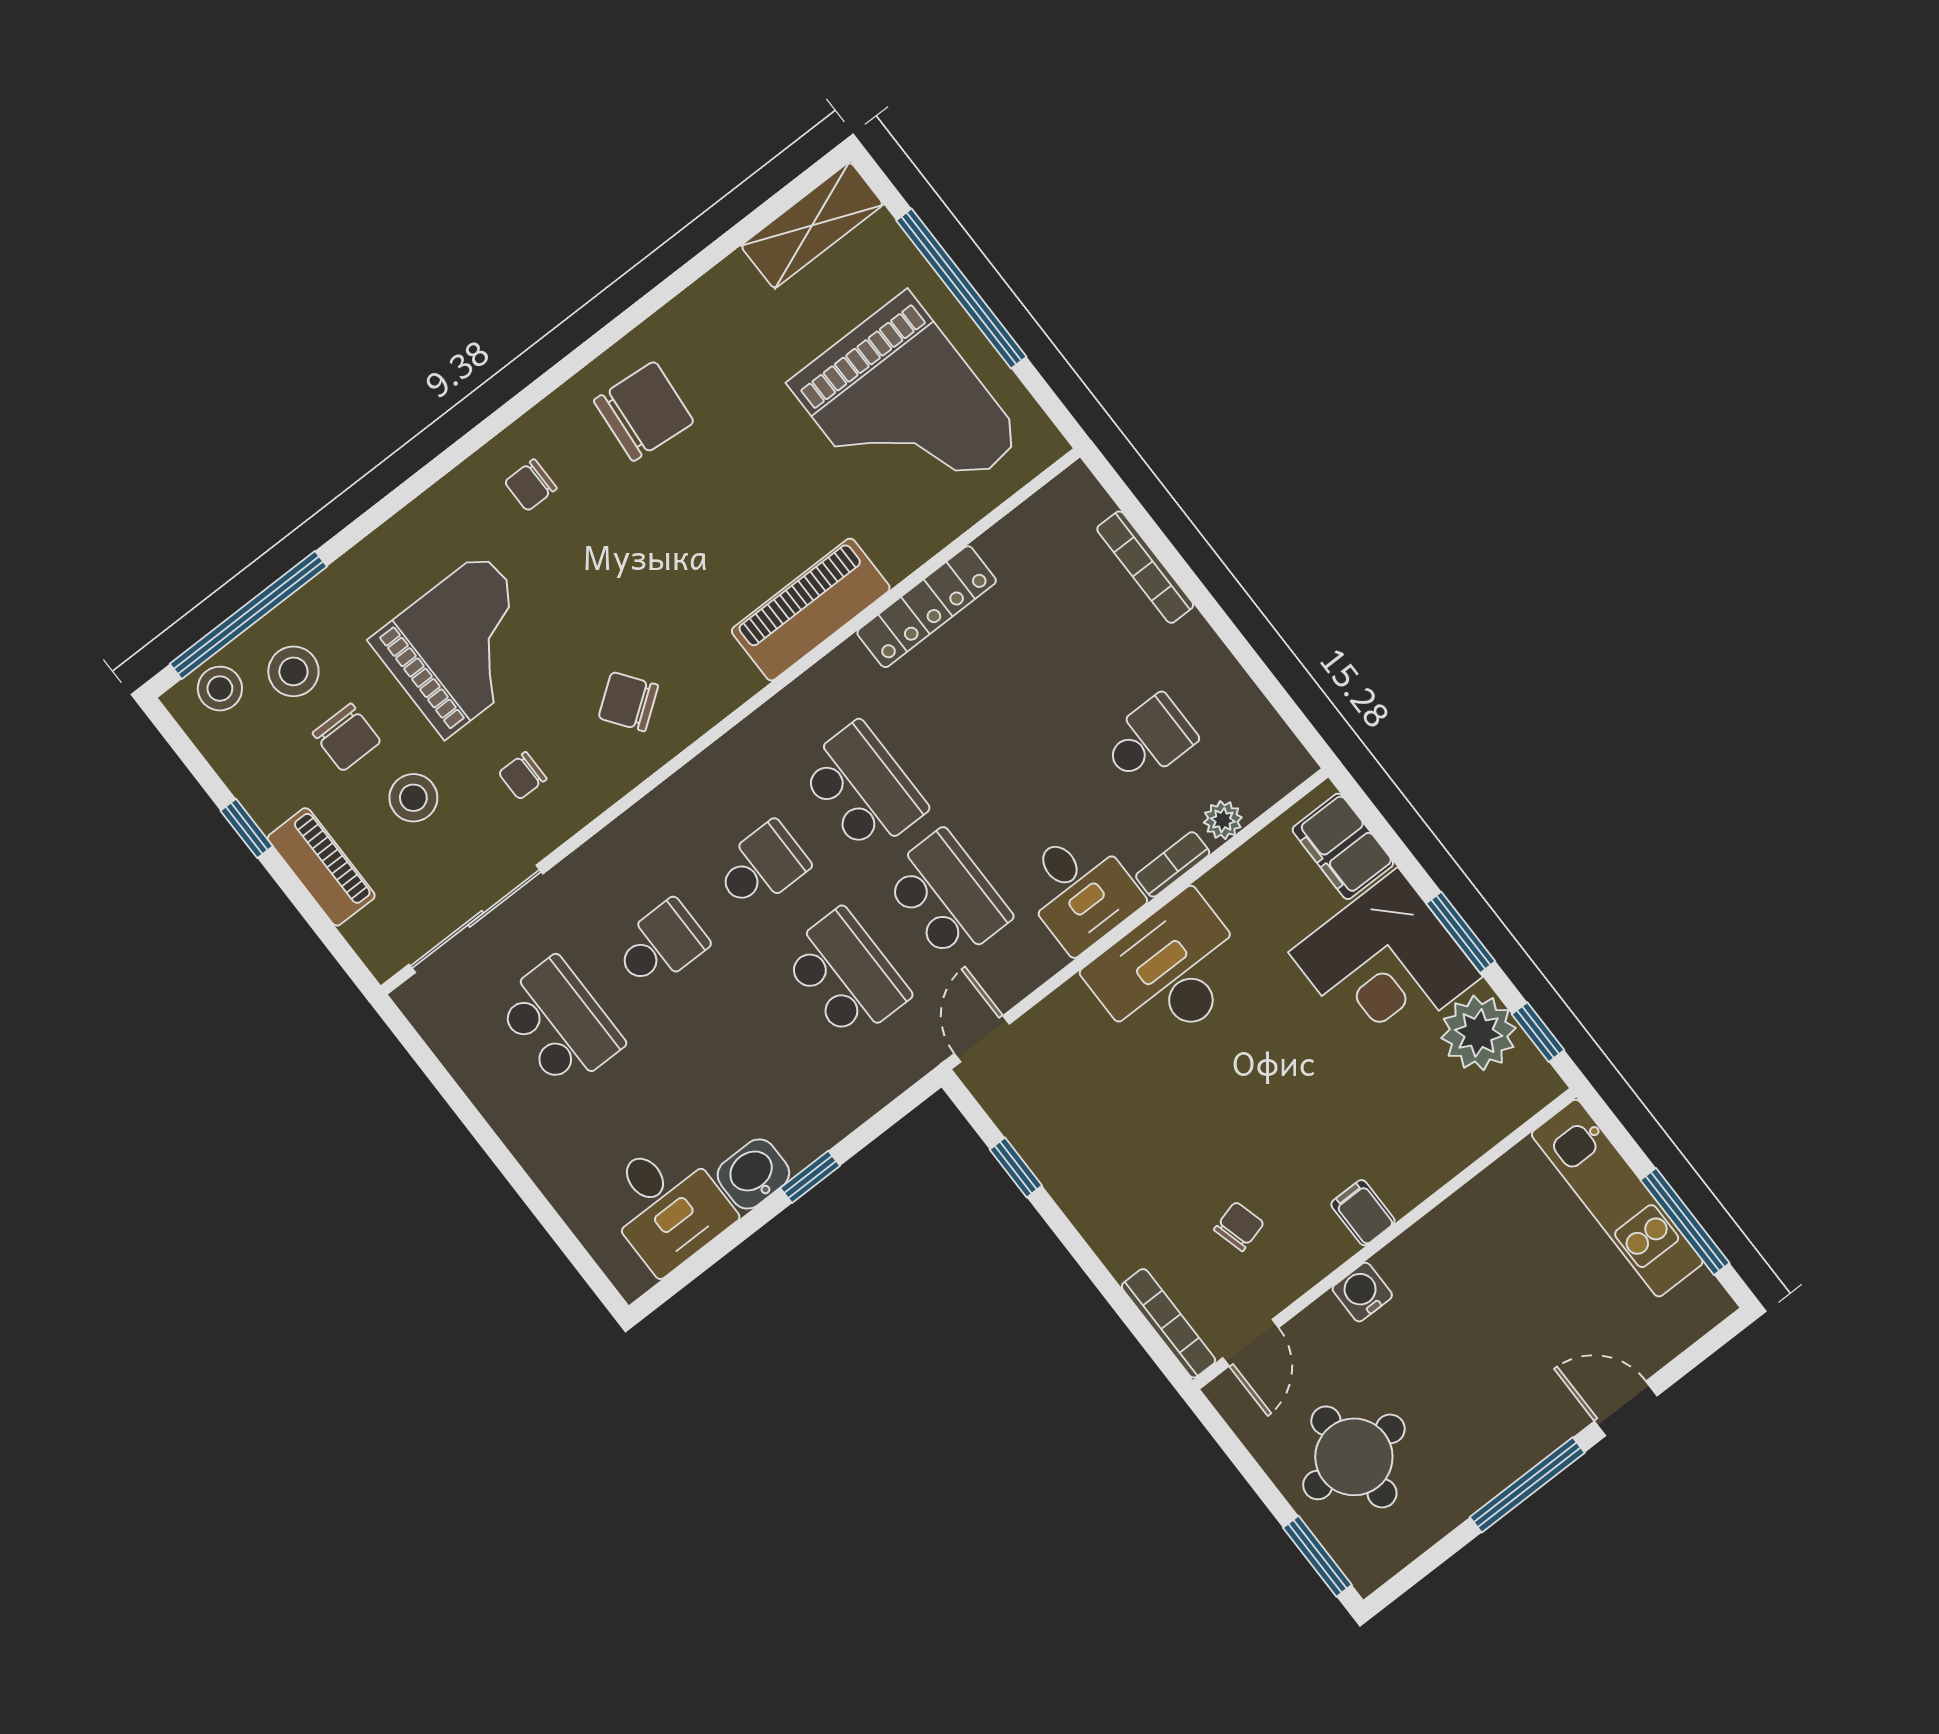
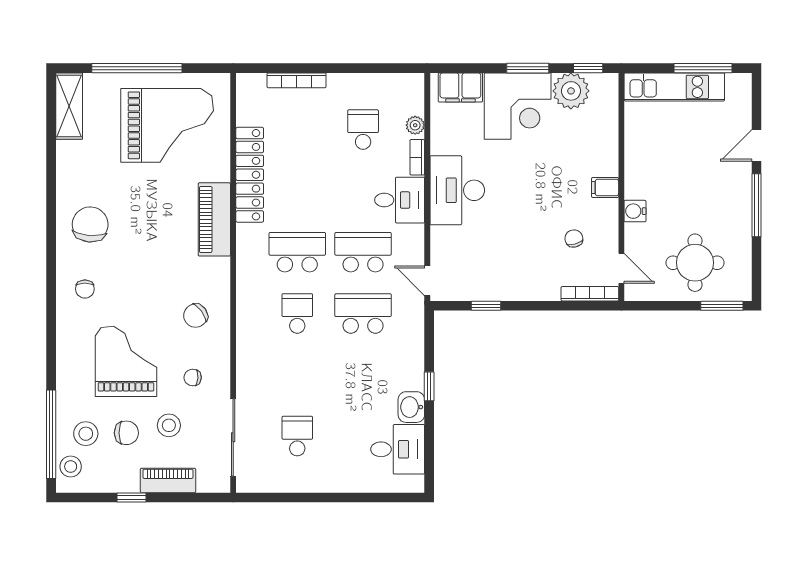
locker: (927, 607) -> (250, 175), width x1.41, depth x1.21
chair: (523, 776) -> (193, 378), turned 94
school desk: (661, 945) -> (297, 375), removed
school desk: (560, 1023) -> (297, 436), width x0.54

